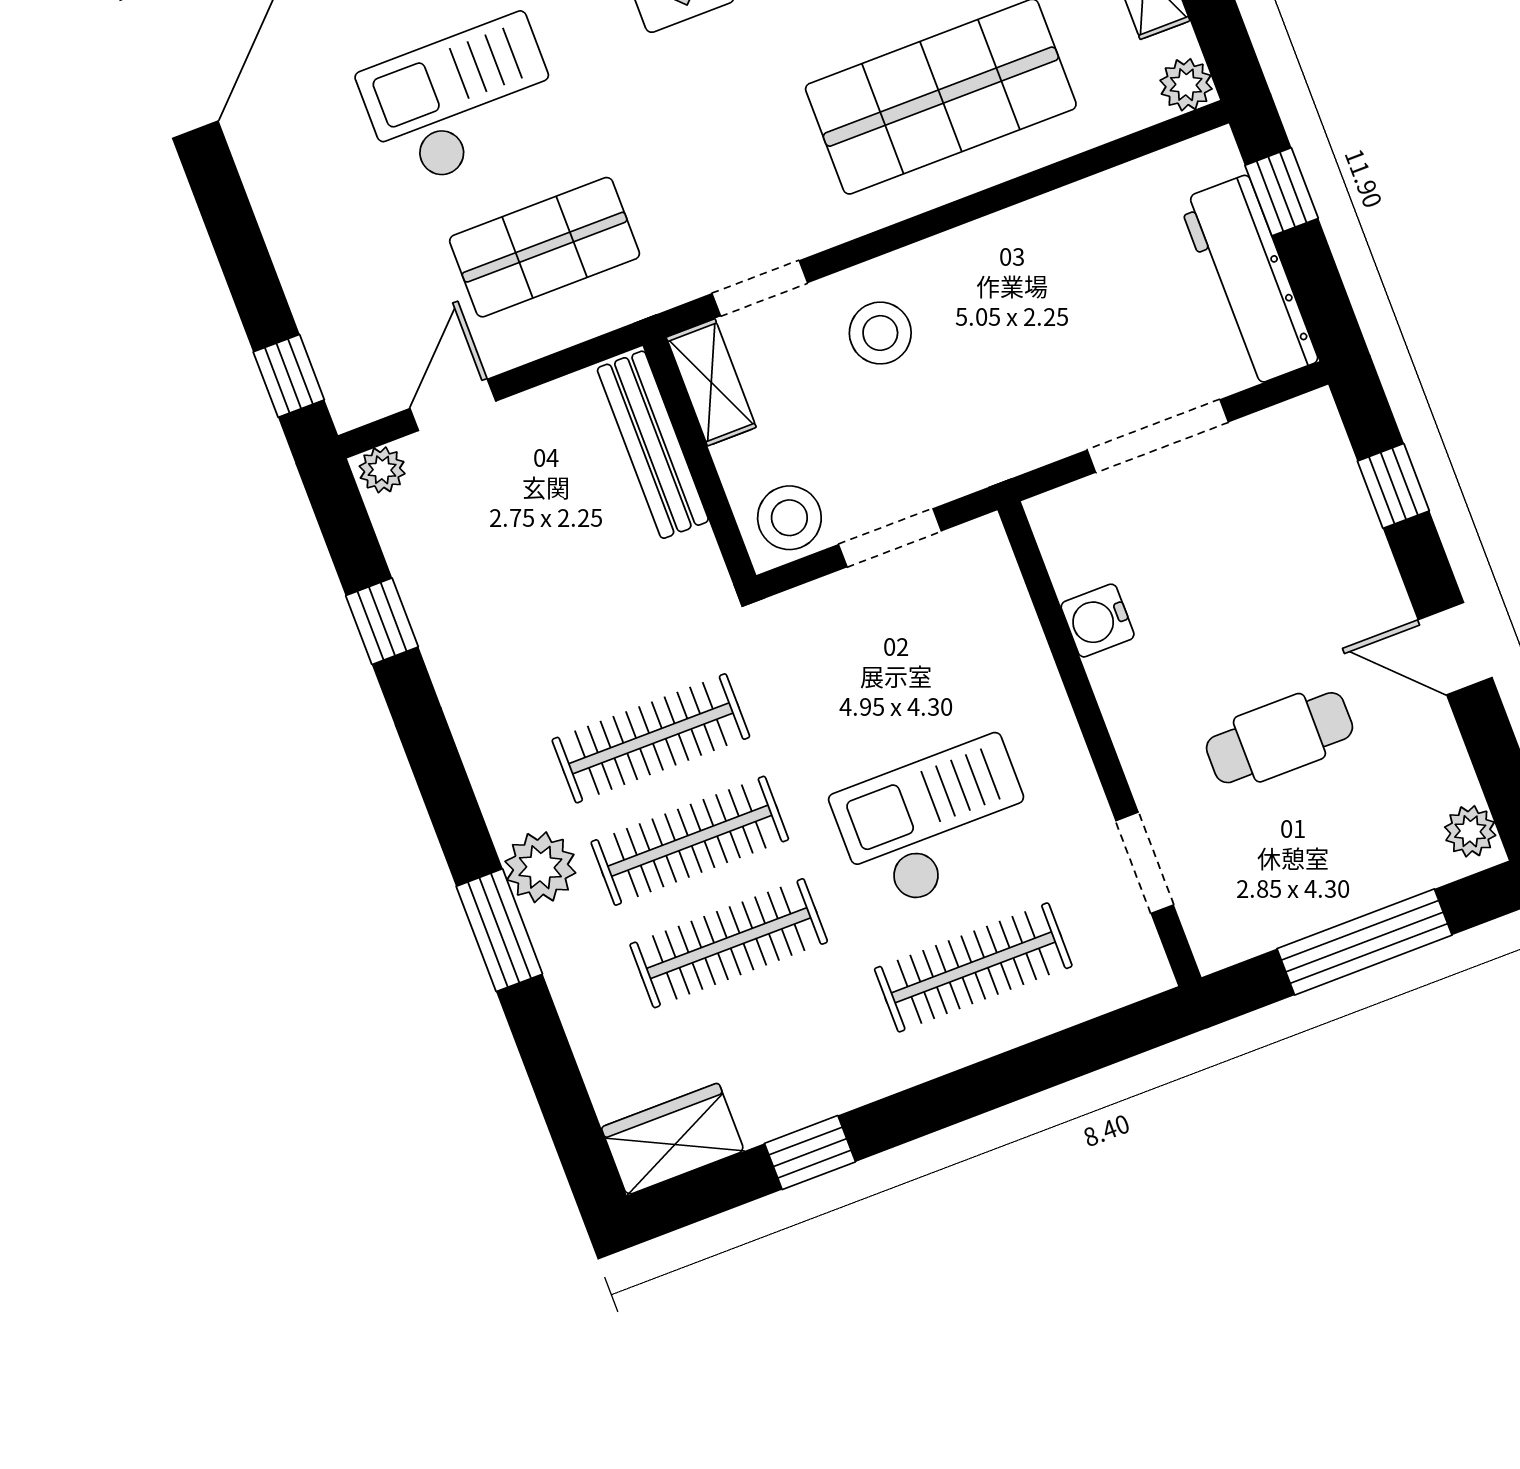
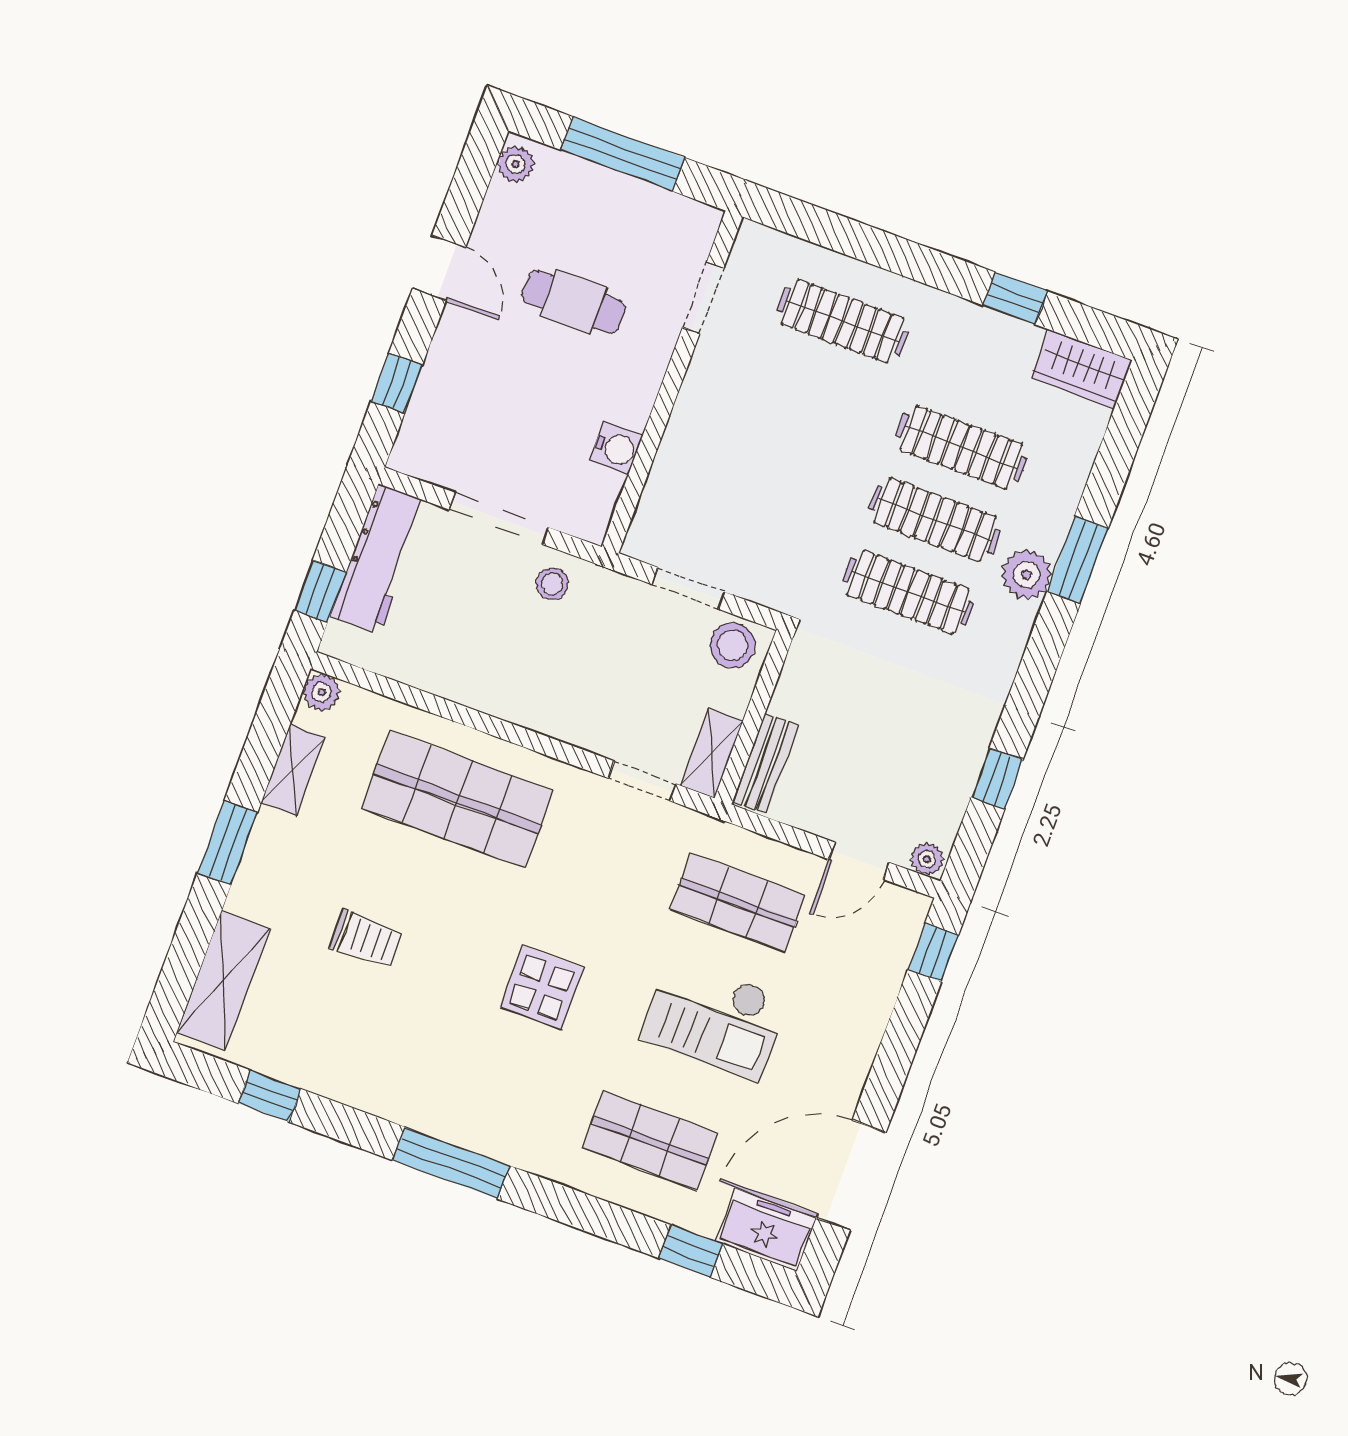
stool: (880, 333) -> (552, 584), moved, width x0.73, depth x0.73
bench: (653, 445) -> (765, 763), width x0.73
checkout: (936, 824) -> (796, 415), removed

